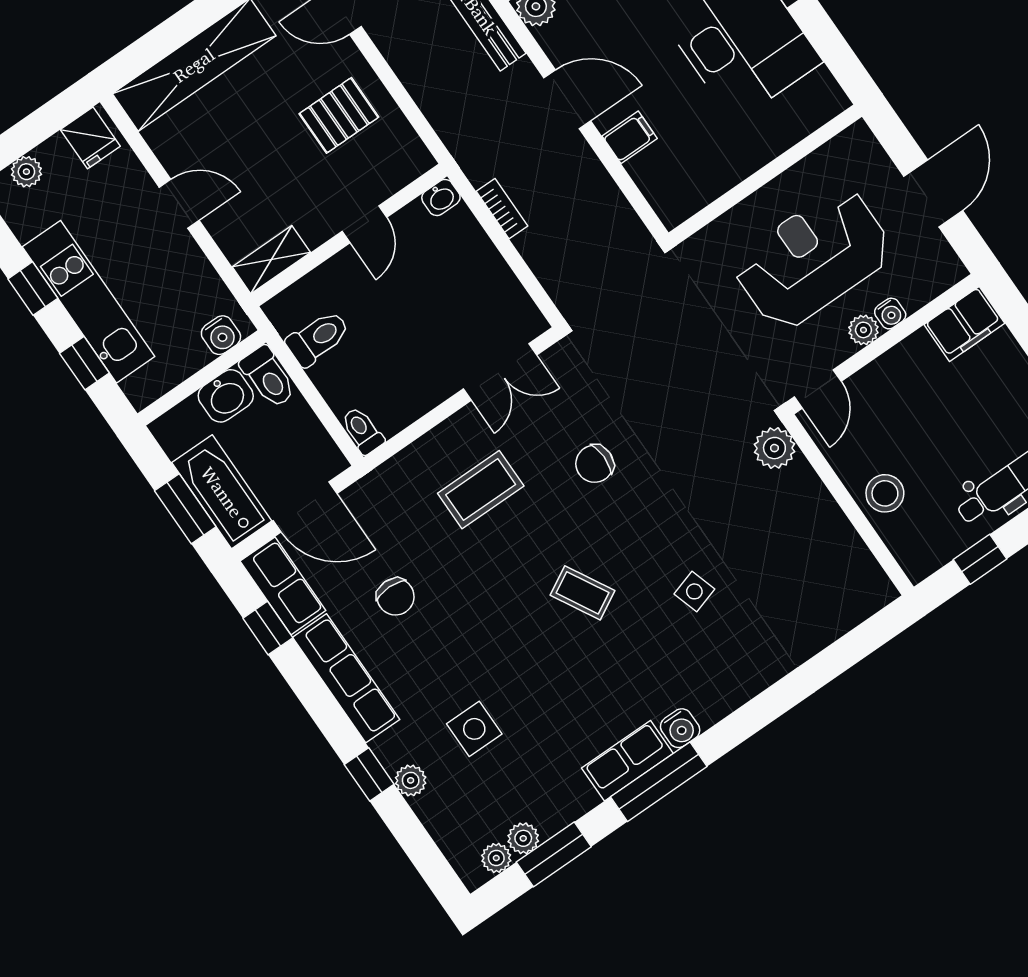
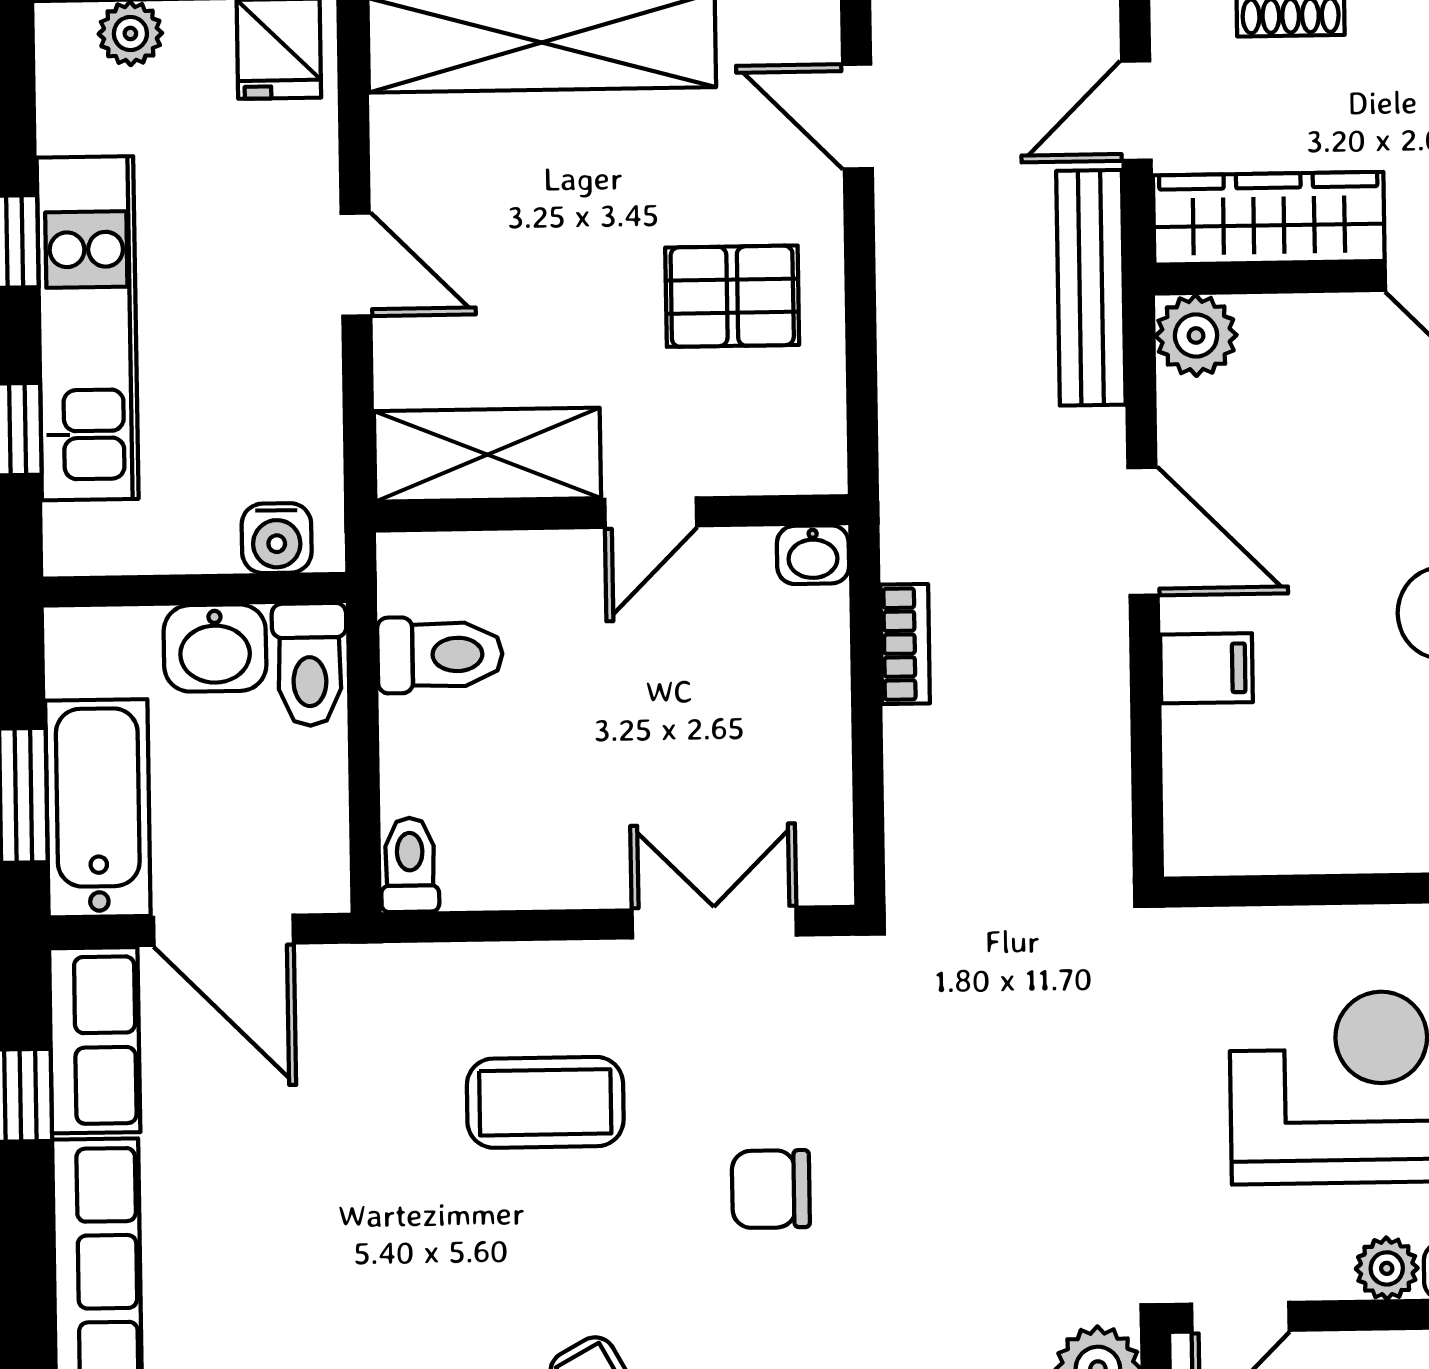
shelving: (271, 260) -> (487, 455), width x1.50, depth x1.33
double door: (500, 372) -> (714, 922), swing flipped
chair: (396, 597) -> (276, 1188), removed

